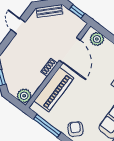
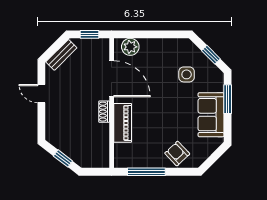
piano: (54, 89) -> (123, 123), width x0.73, depth x0.75
plant: (24, 96) -> (100, 159), removed

